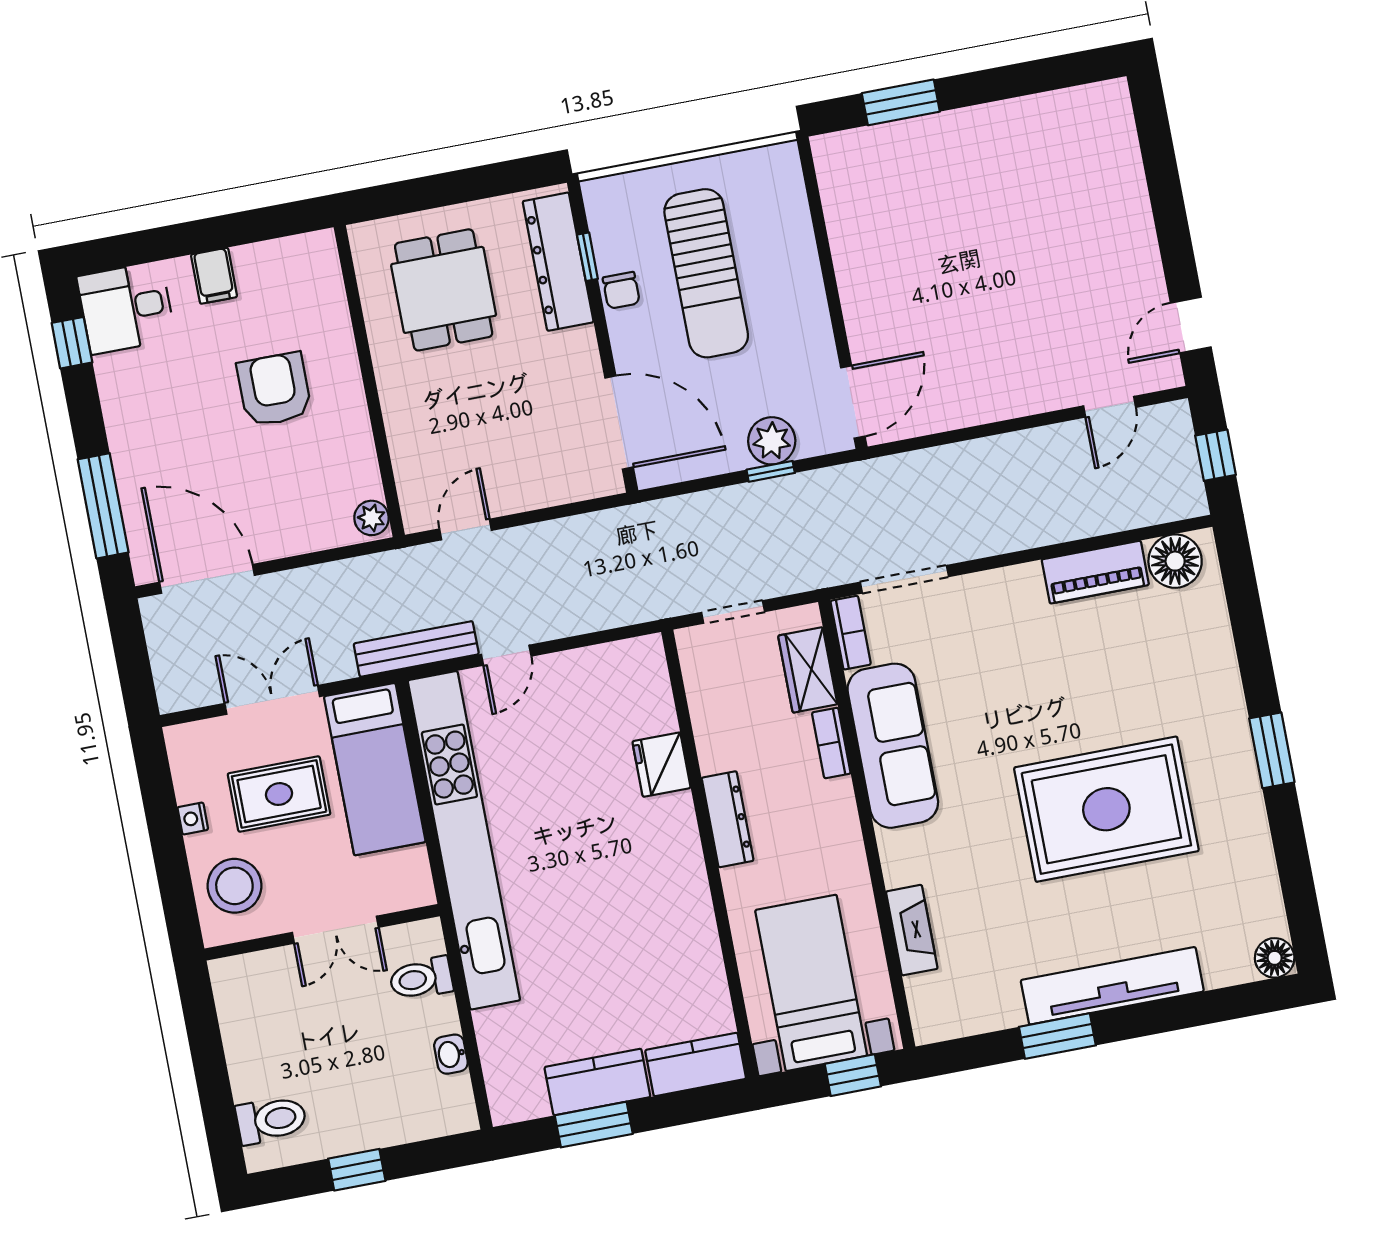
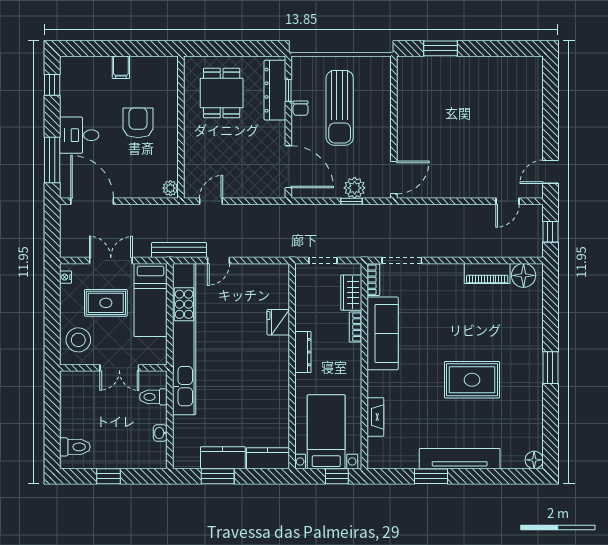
desk: (126, 308) -> (79, 135), moved
rug: (1106, 809) -> (472, 380), width x0.73, depth x0.69
nightstand: (193, 818) -> (65, 277), moved

